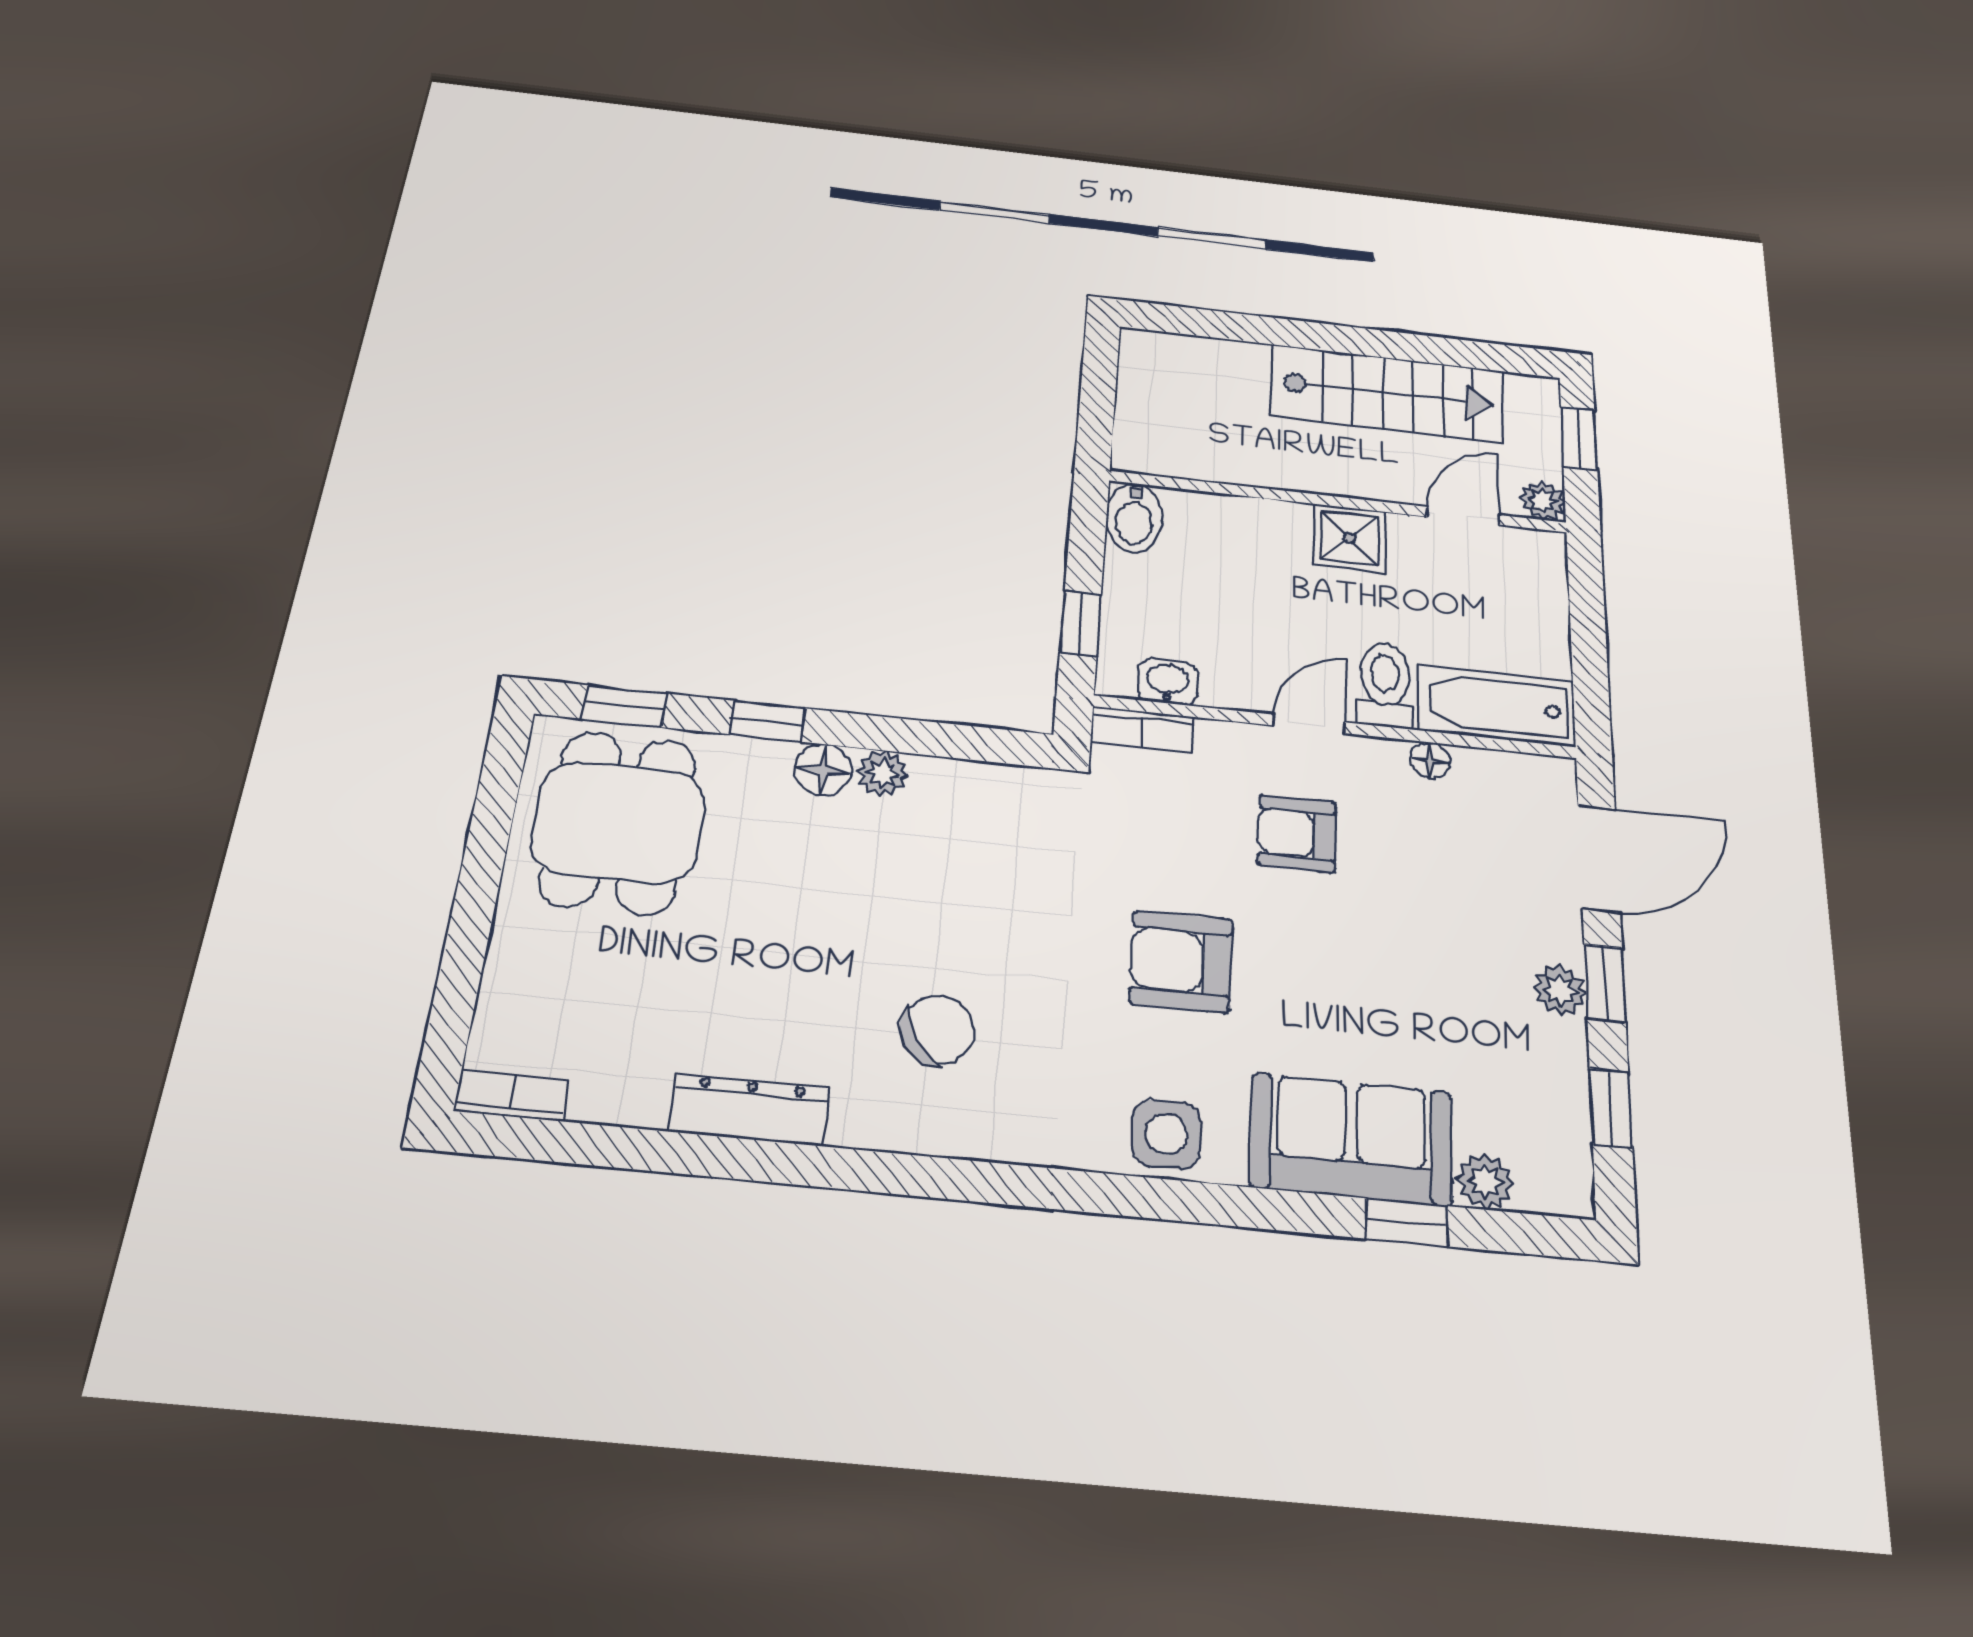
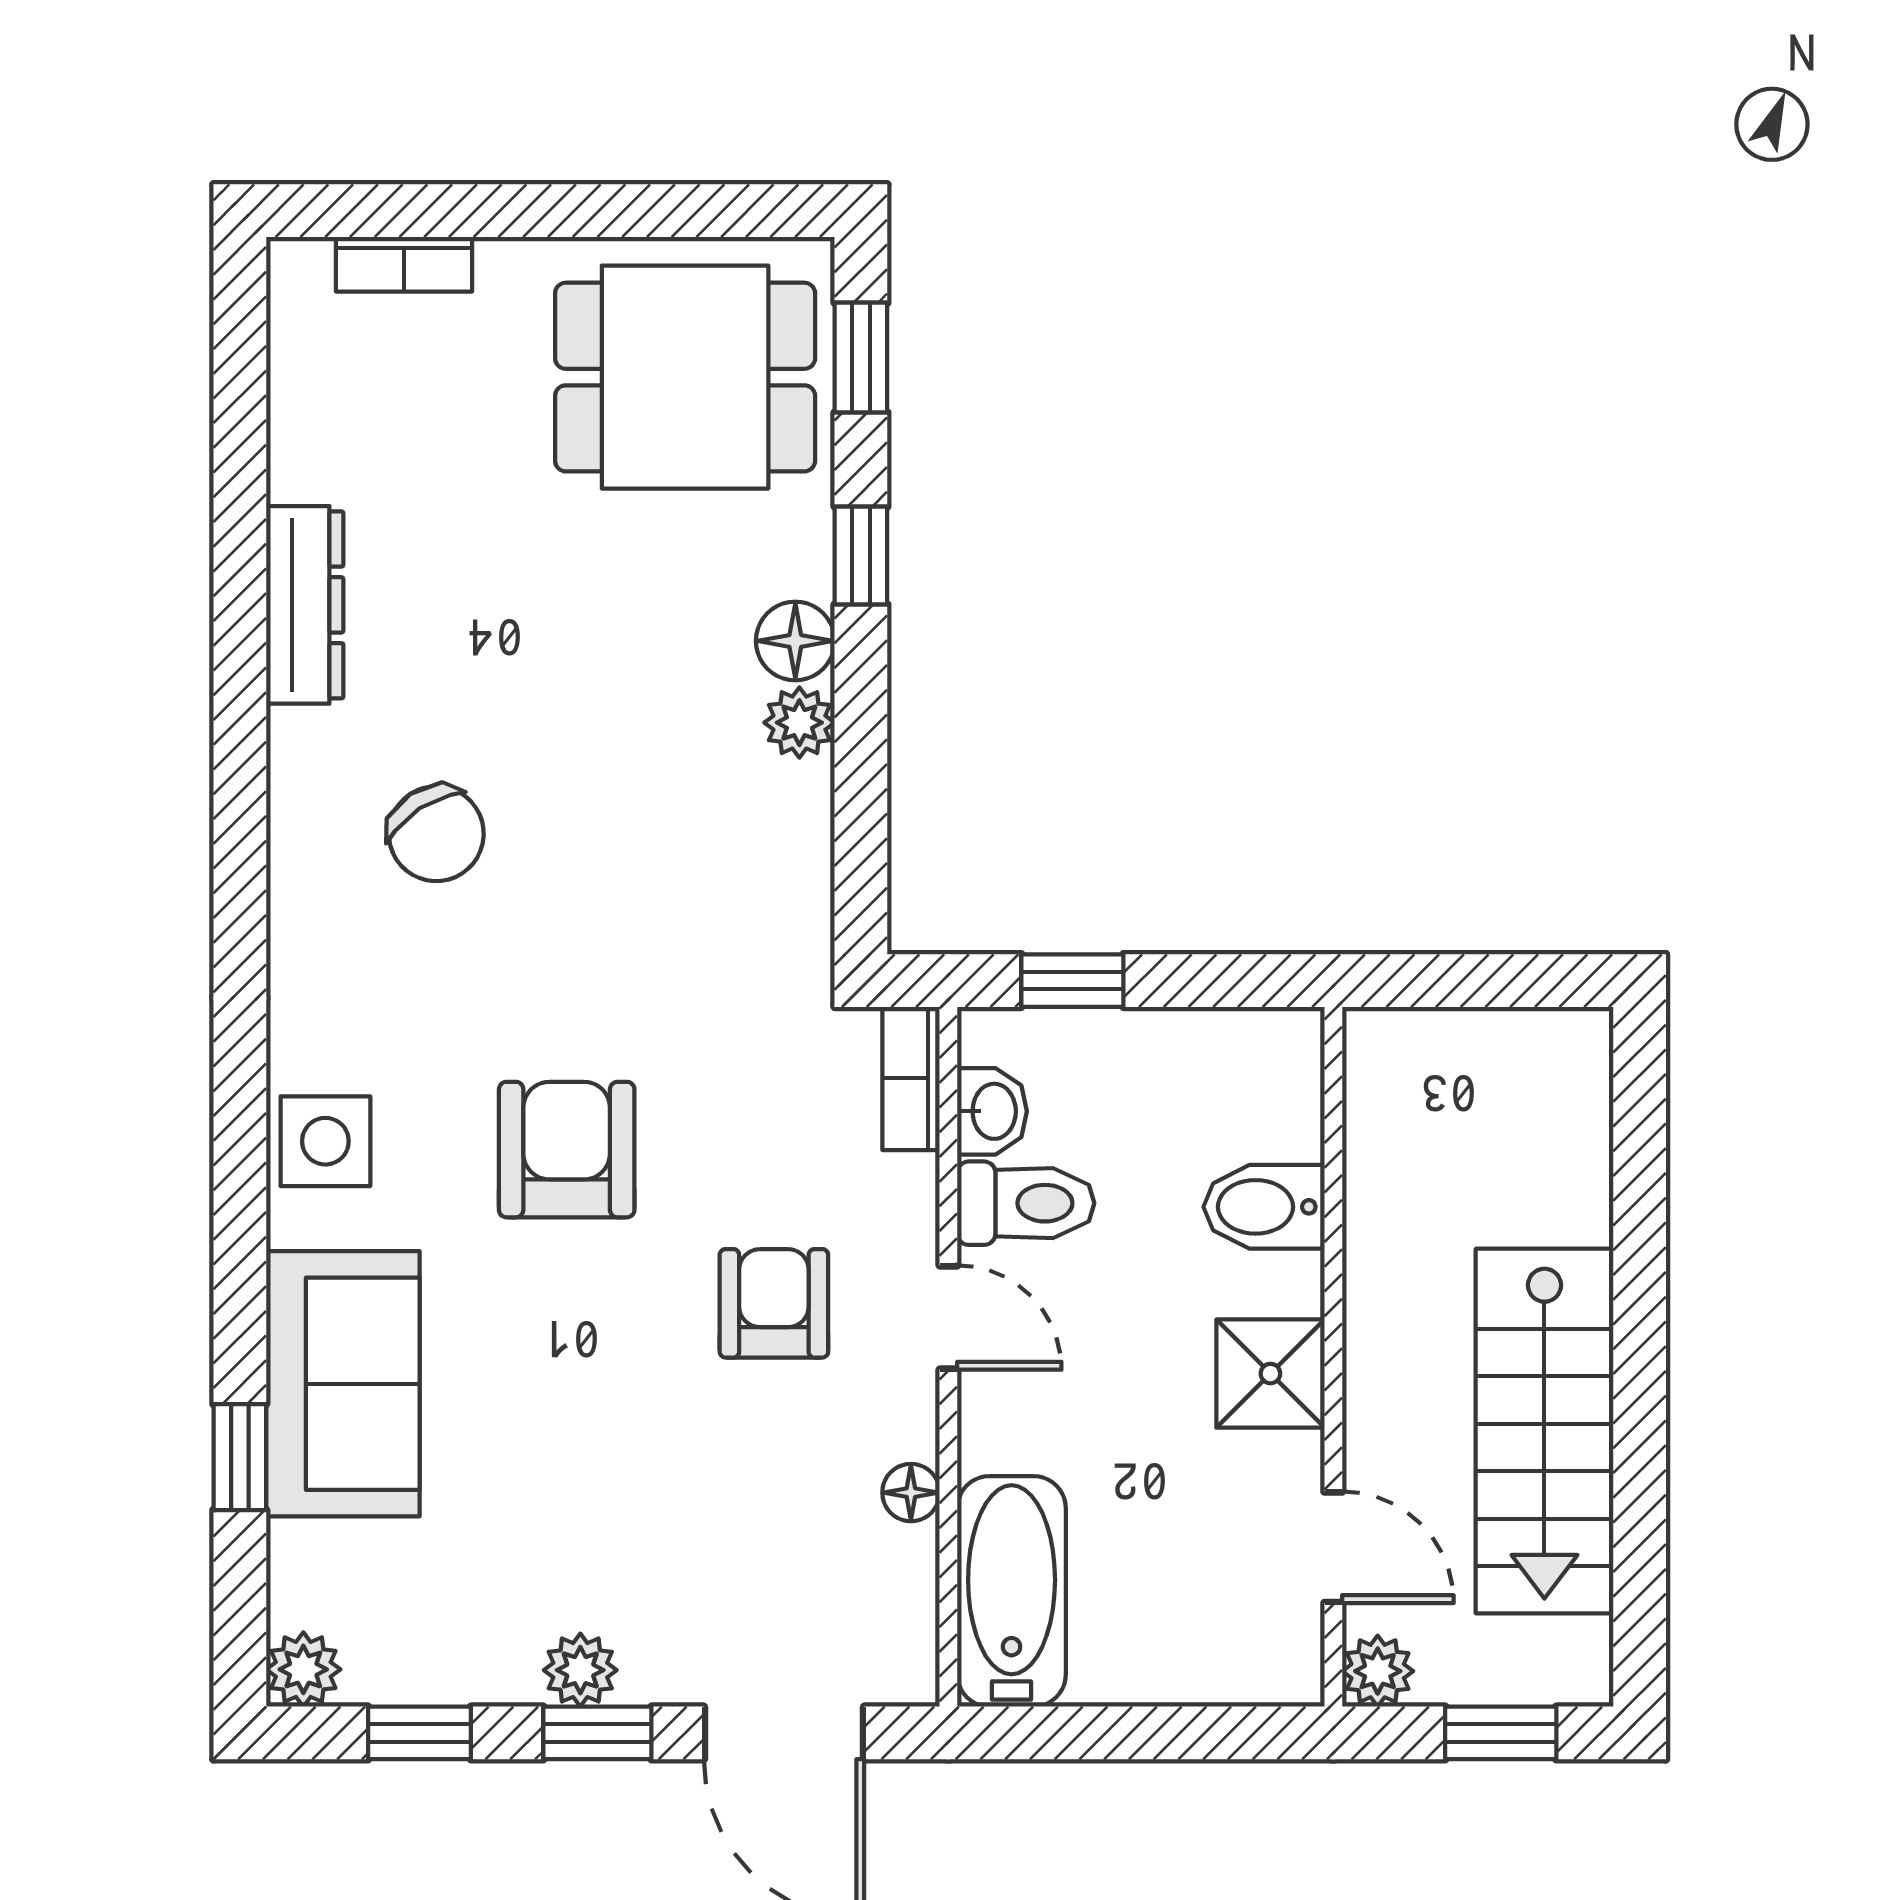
bidet: (1134, 518) -> (1264, 1207), moved
toilet: (1385, 685) -> (1026, 1203), moved
bookcase: (511, 1095) -> (404, 264), moved, turned 90
plant: (1485, 1182) -> (303, 1669), moved

